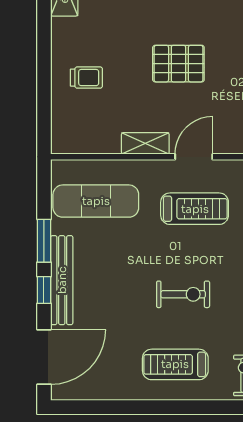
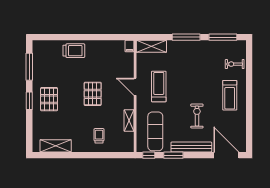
shelving: (145, 143) -> (129, 120), moved
window: (44, 290) -> (149, 155), moved
exercise bike: (183, 294) -> (197, 116), moved

